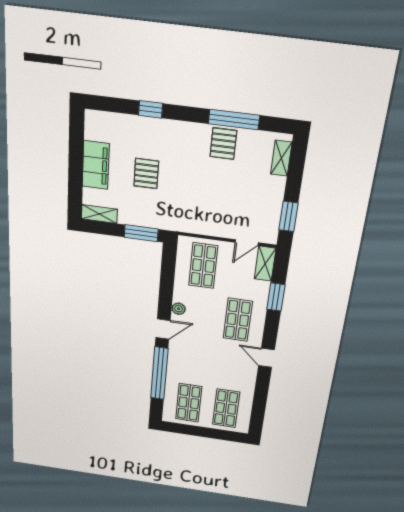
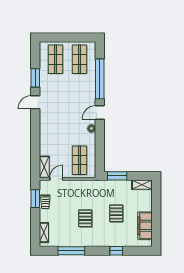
pallet: (223, 144) -> (85, 218), moved
filing cabinet: (96, 165) -> (145, 226), moved
trolley: (271, 209) -> (45, 202), added
window: (276, 297) -> (35, 78), moved
shop shelf: (238, 320) -> (56, 127), removed
door: (266, 358) -> (35, 102), swing flipped

